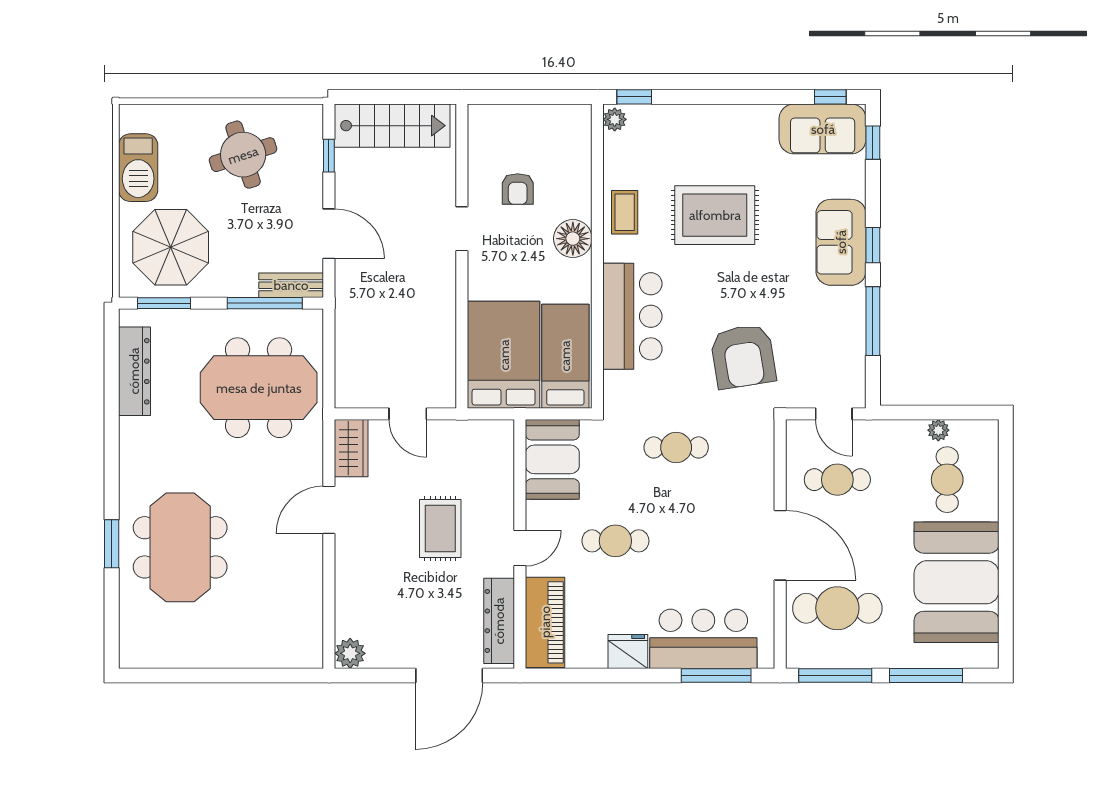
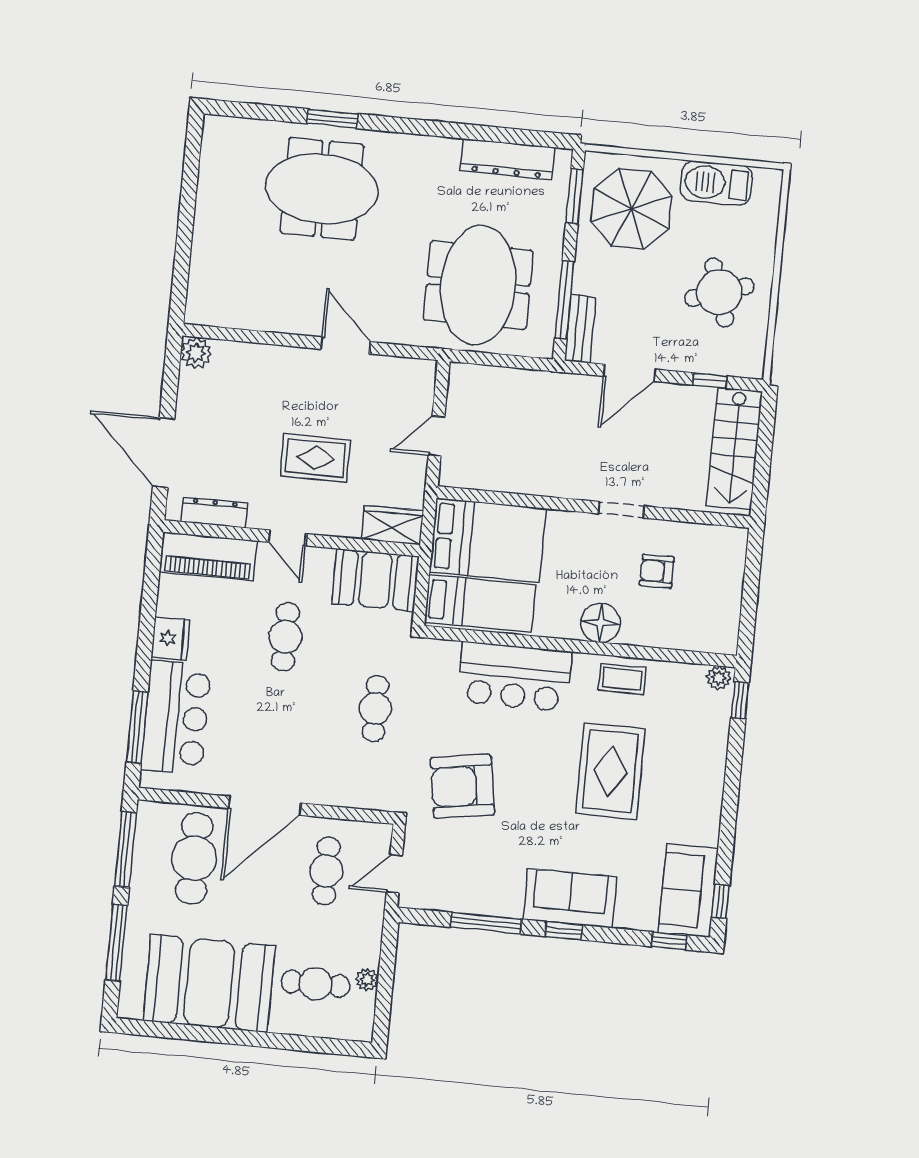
wardrobe: (351, 448) -> (392, 525), moved, turned 180
dresser: (499, 621) -> (214, 512), width x0.73, depth x0.80

